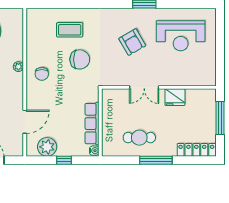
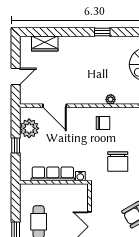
chair: (42, 74) -> (103, 123), turned 180
water cooler: (94, 151) -> (80, 176), moved

